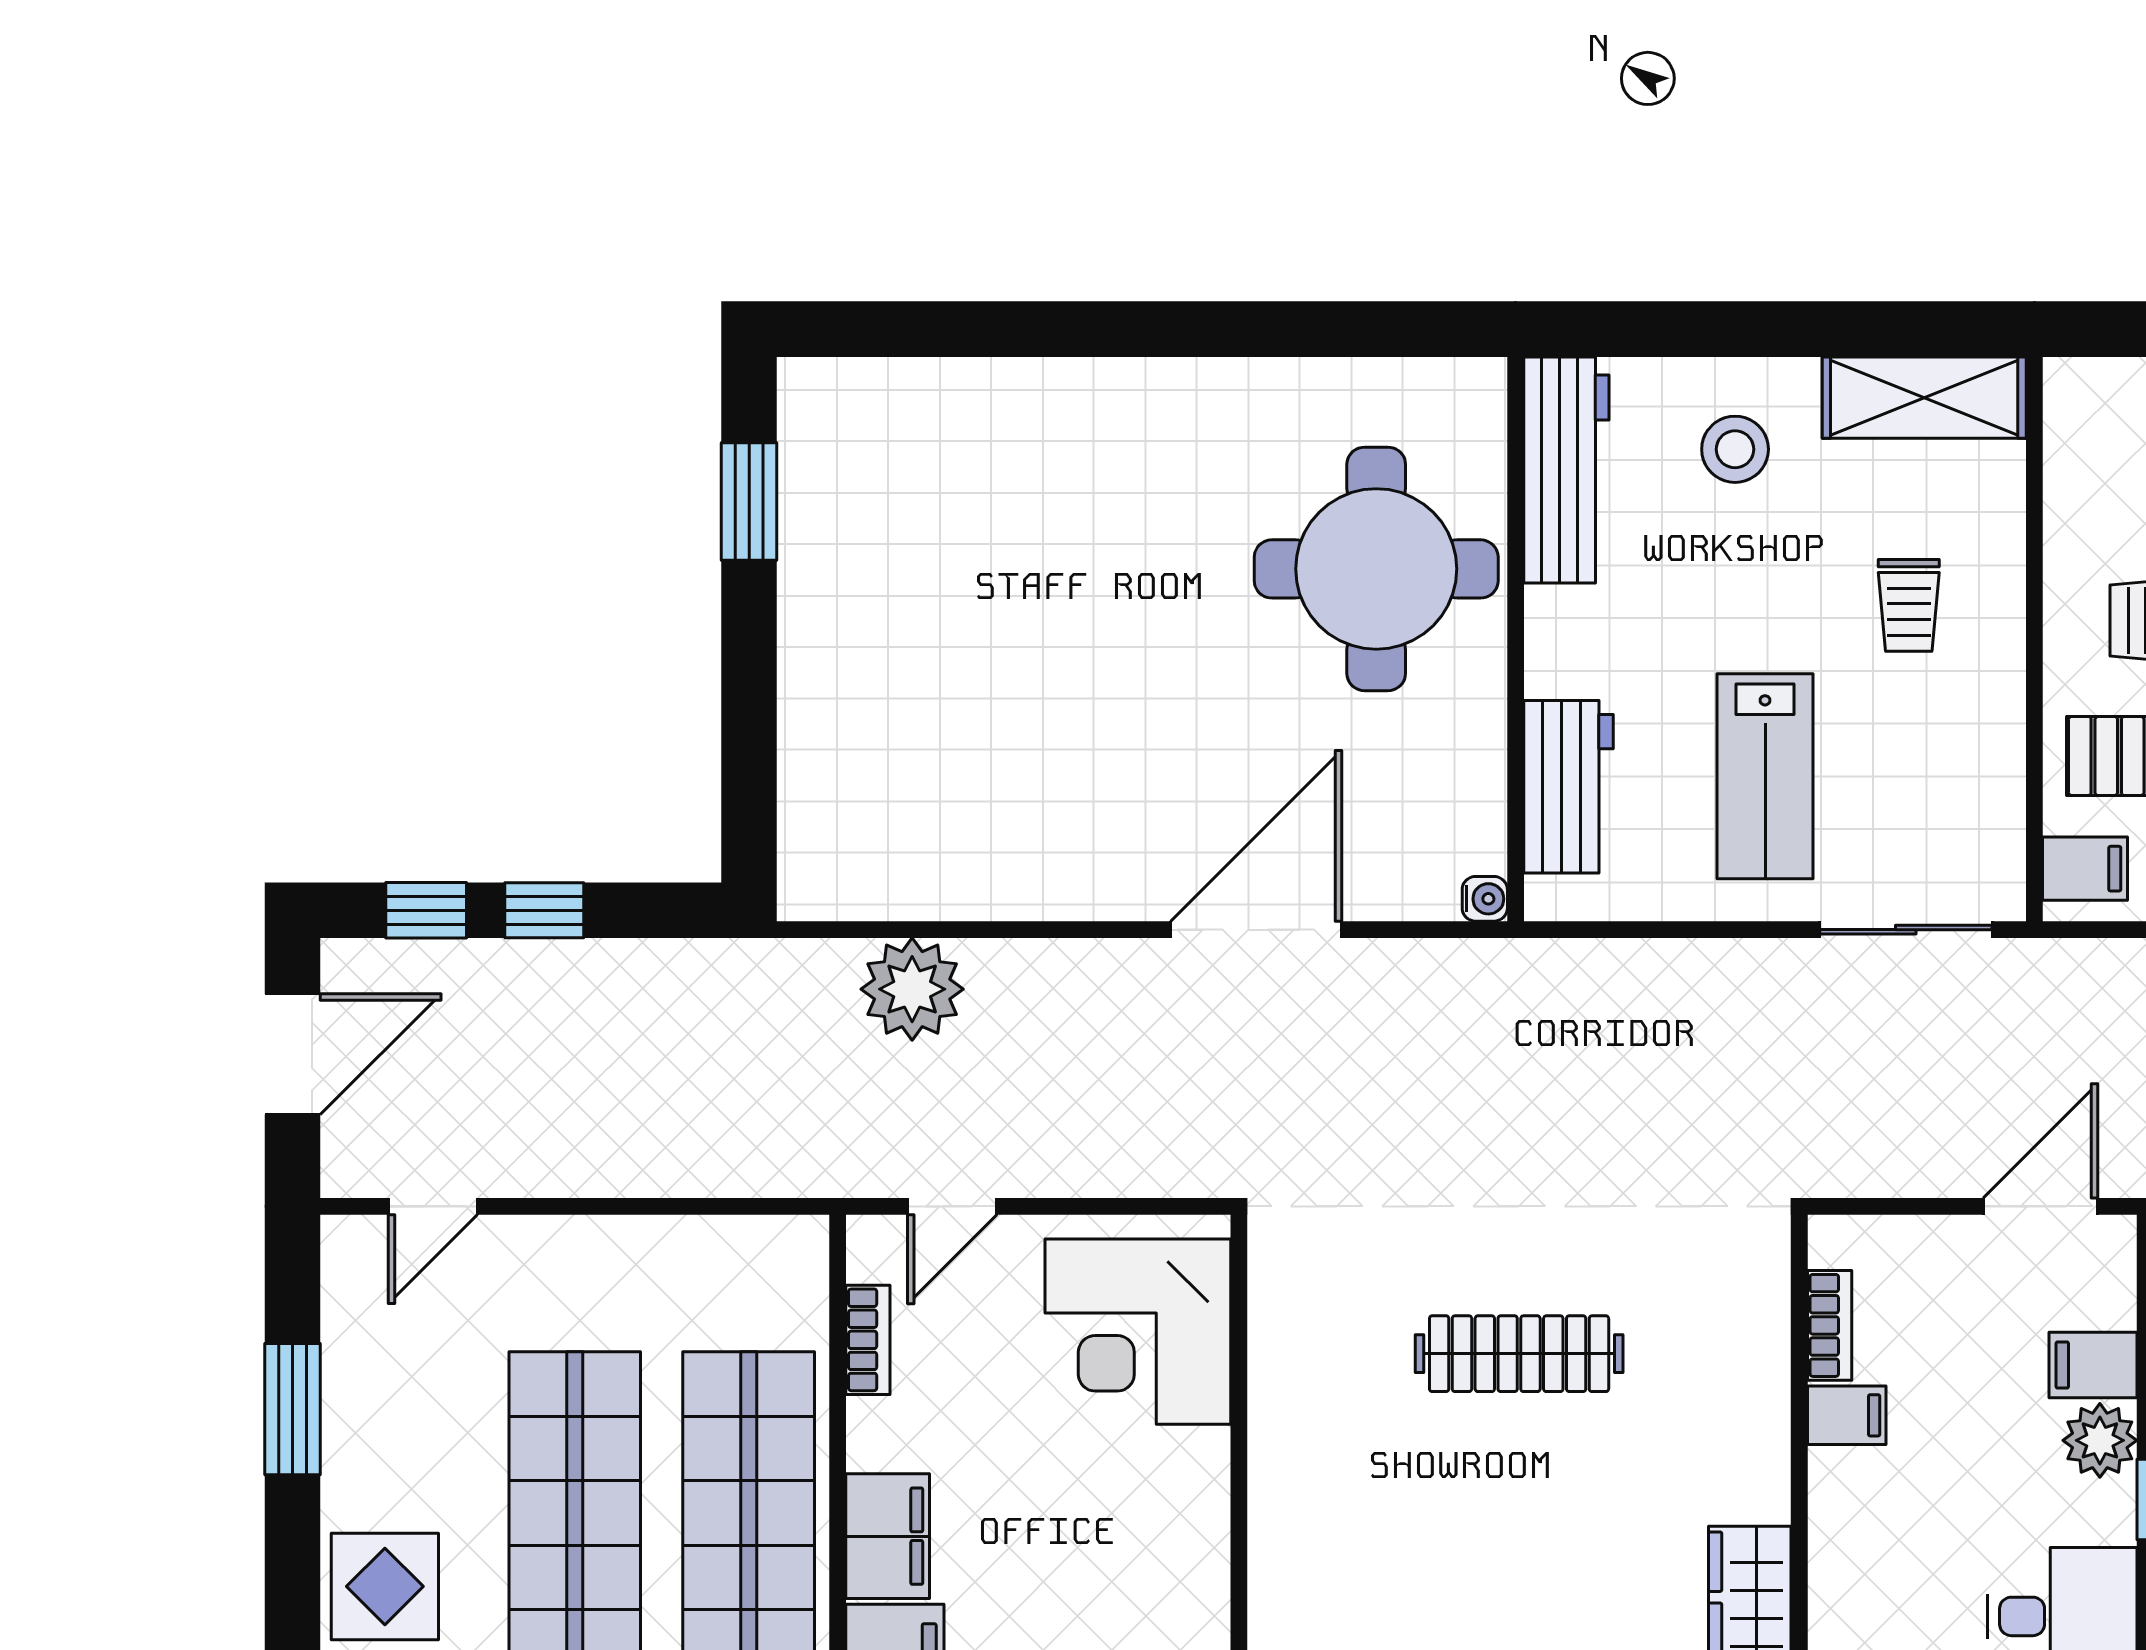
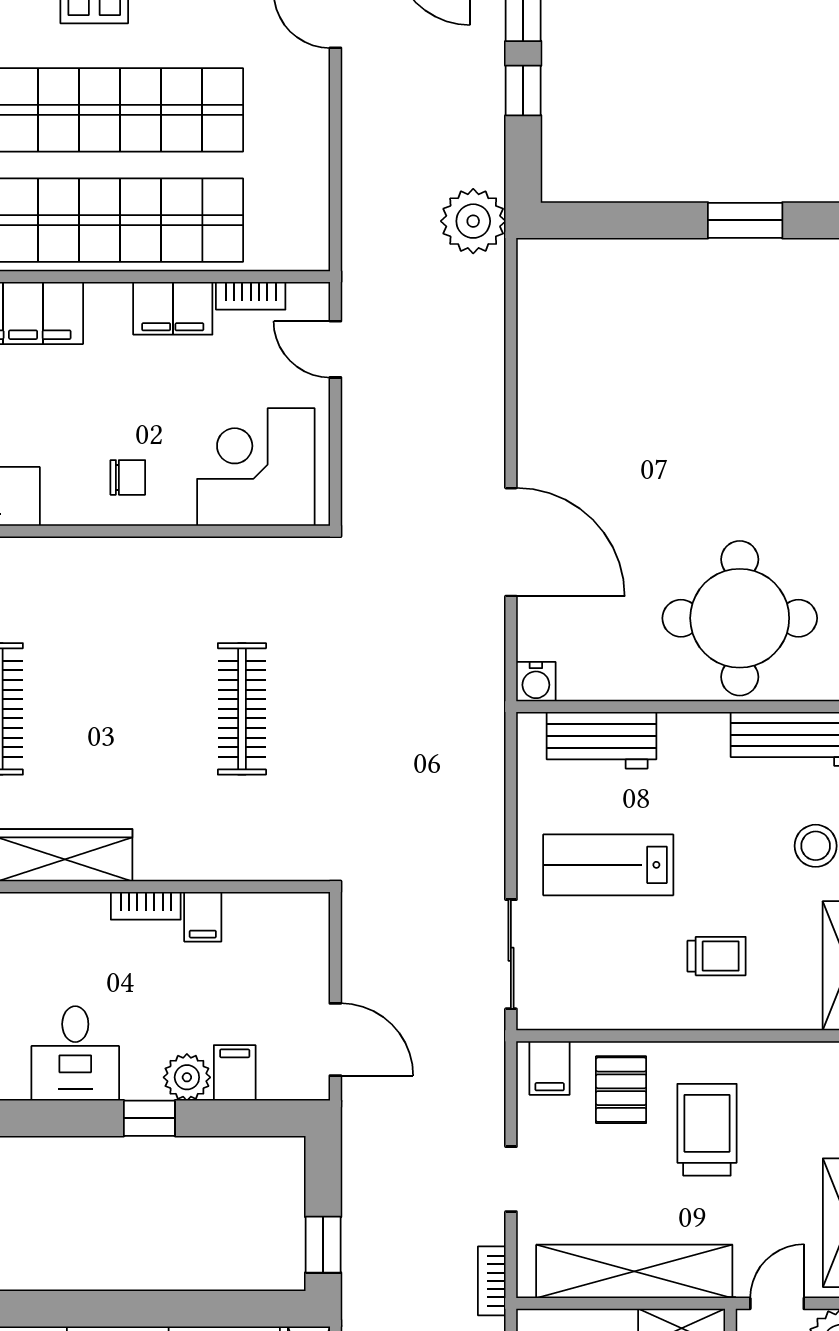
window: (749, 502) -> (745, 220), moved
trolley: (1909, 605) -> (717, 956), turned 180
water cooler: (1485, 899) -> (536, 682), width x1.38, depth x1.38
plant: (912, 989) -> (473, 221), moved
bookcase: (1830, 1325) -> (146, 906), moved
chair: (1154, 1534) -> (128, 477), added
filing cabinet: (888, 1536) -> (173, 308), moved

